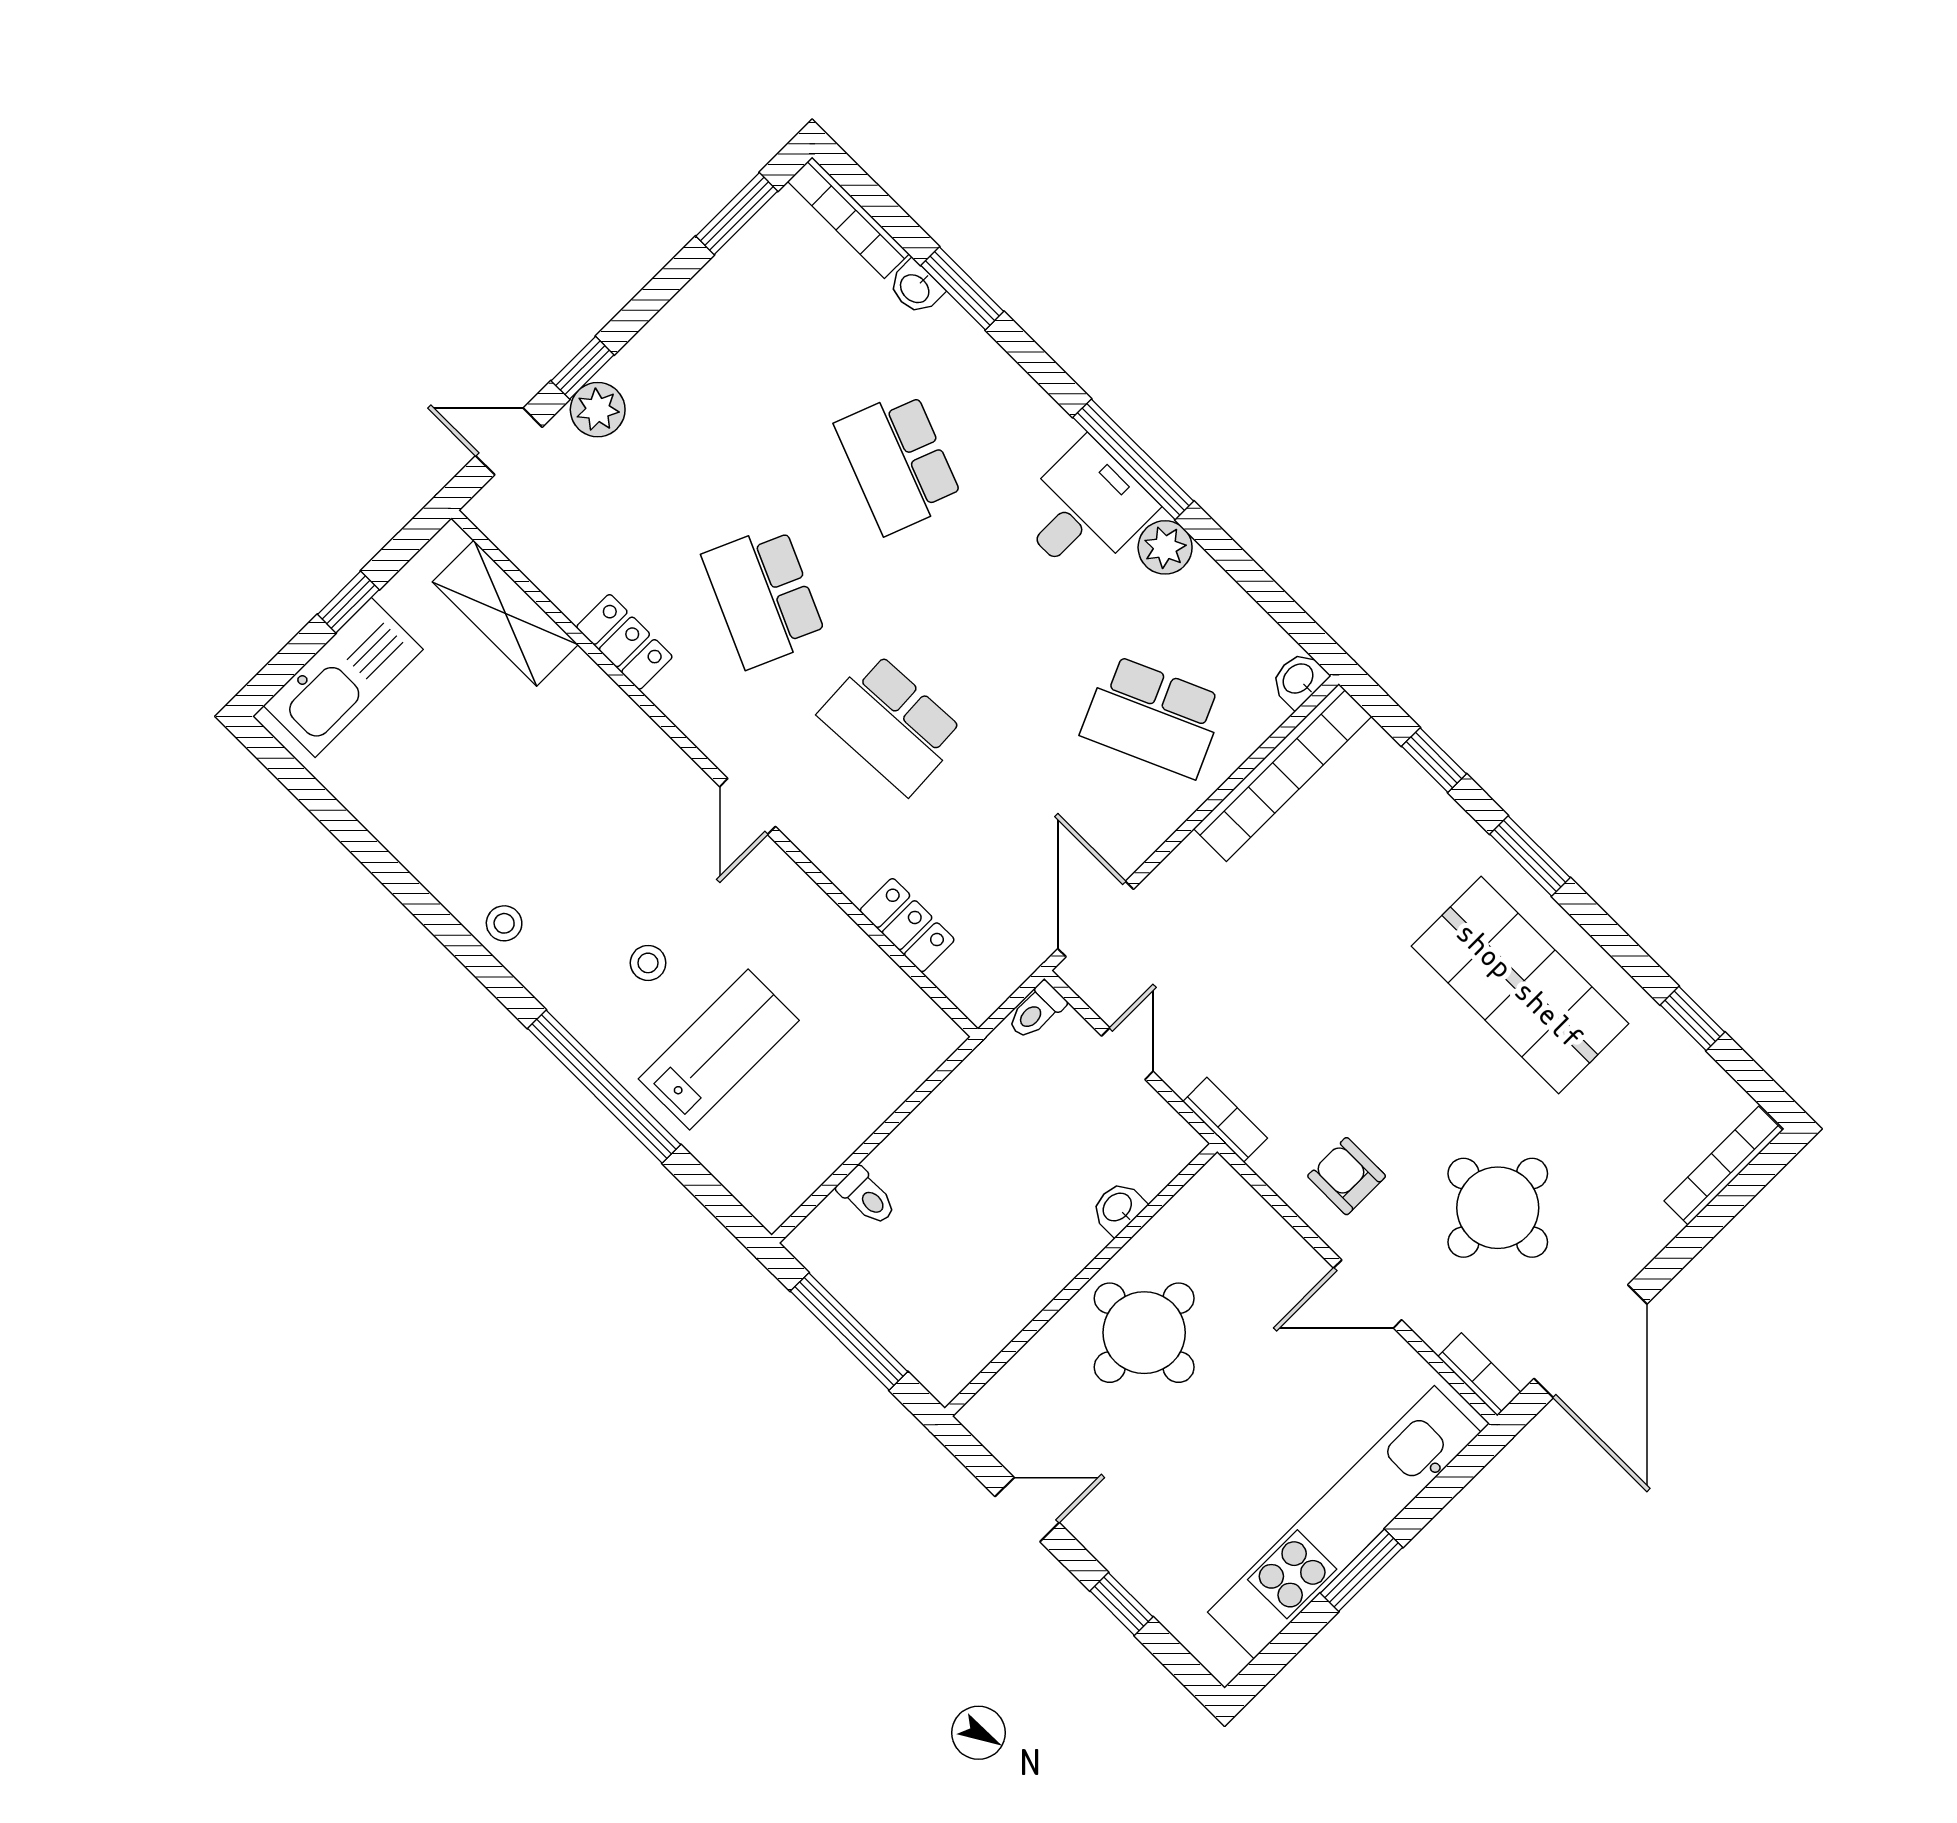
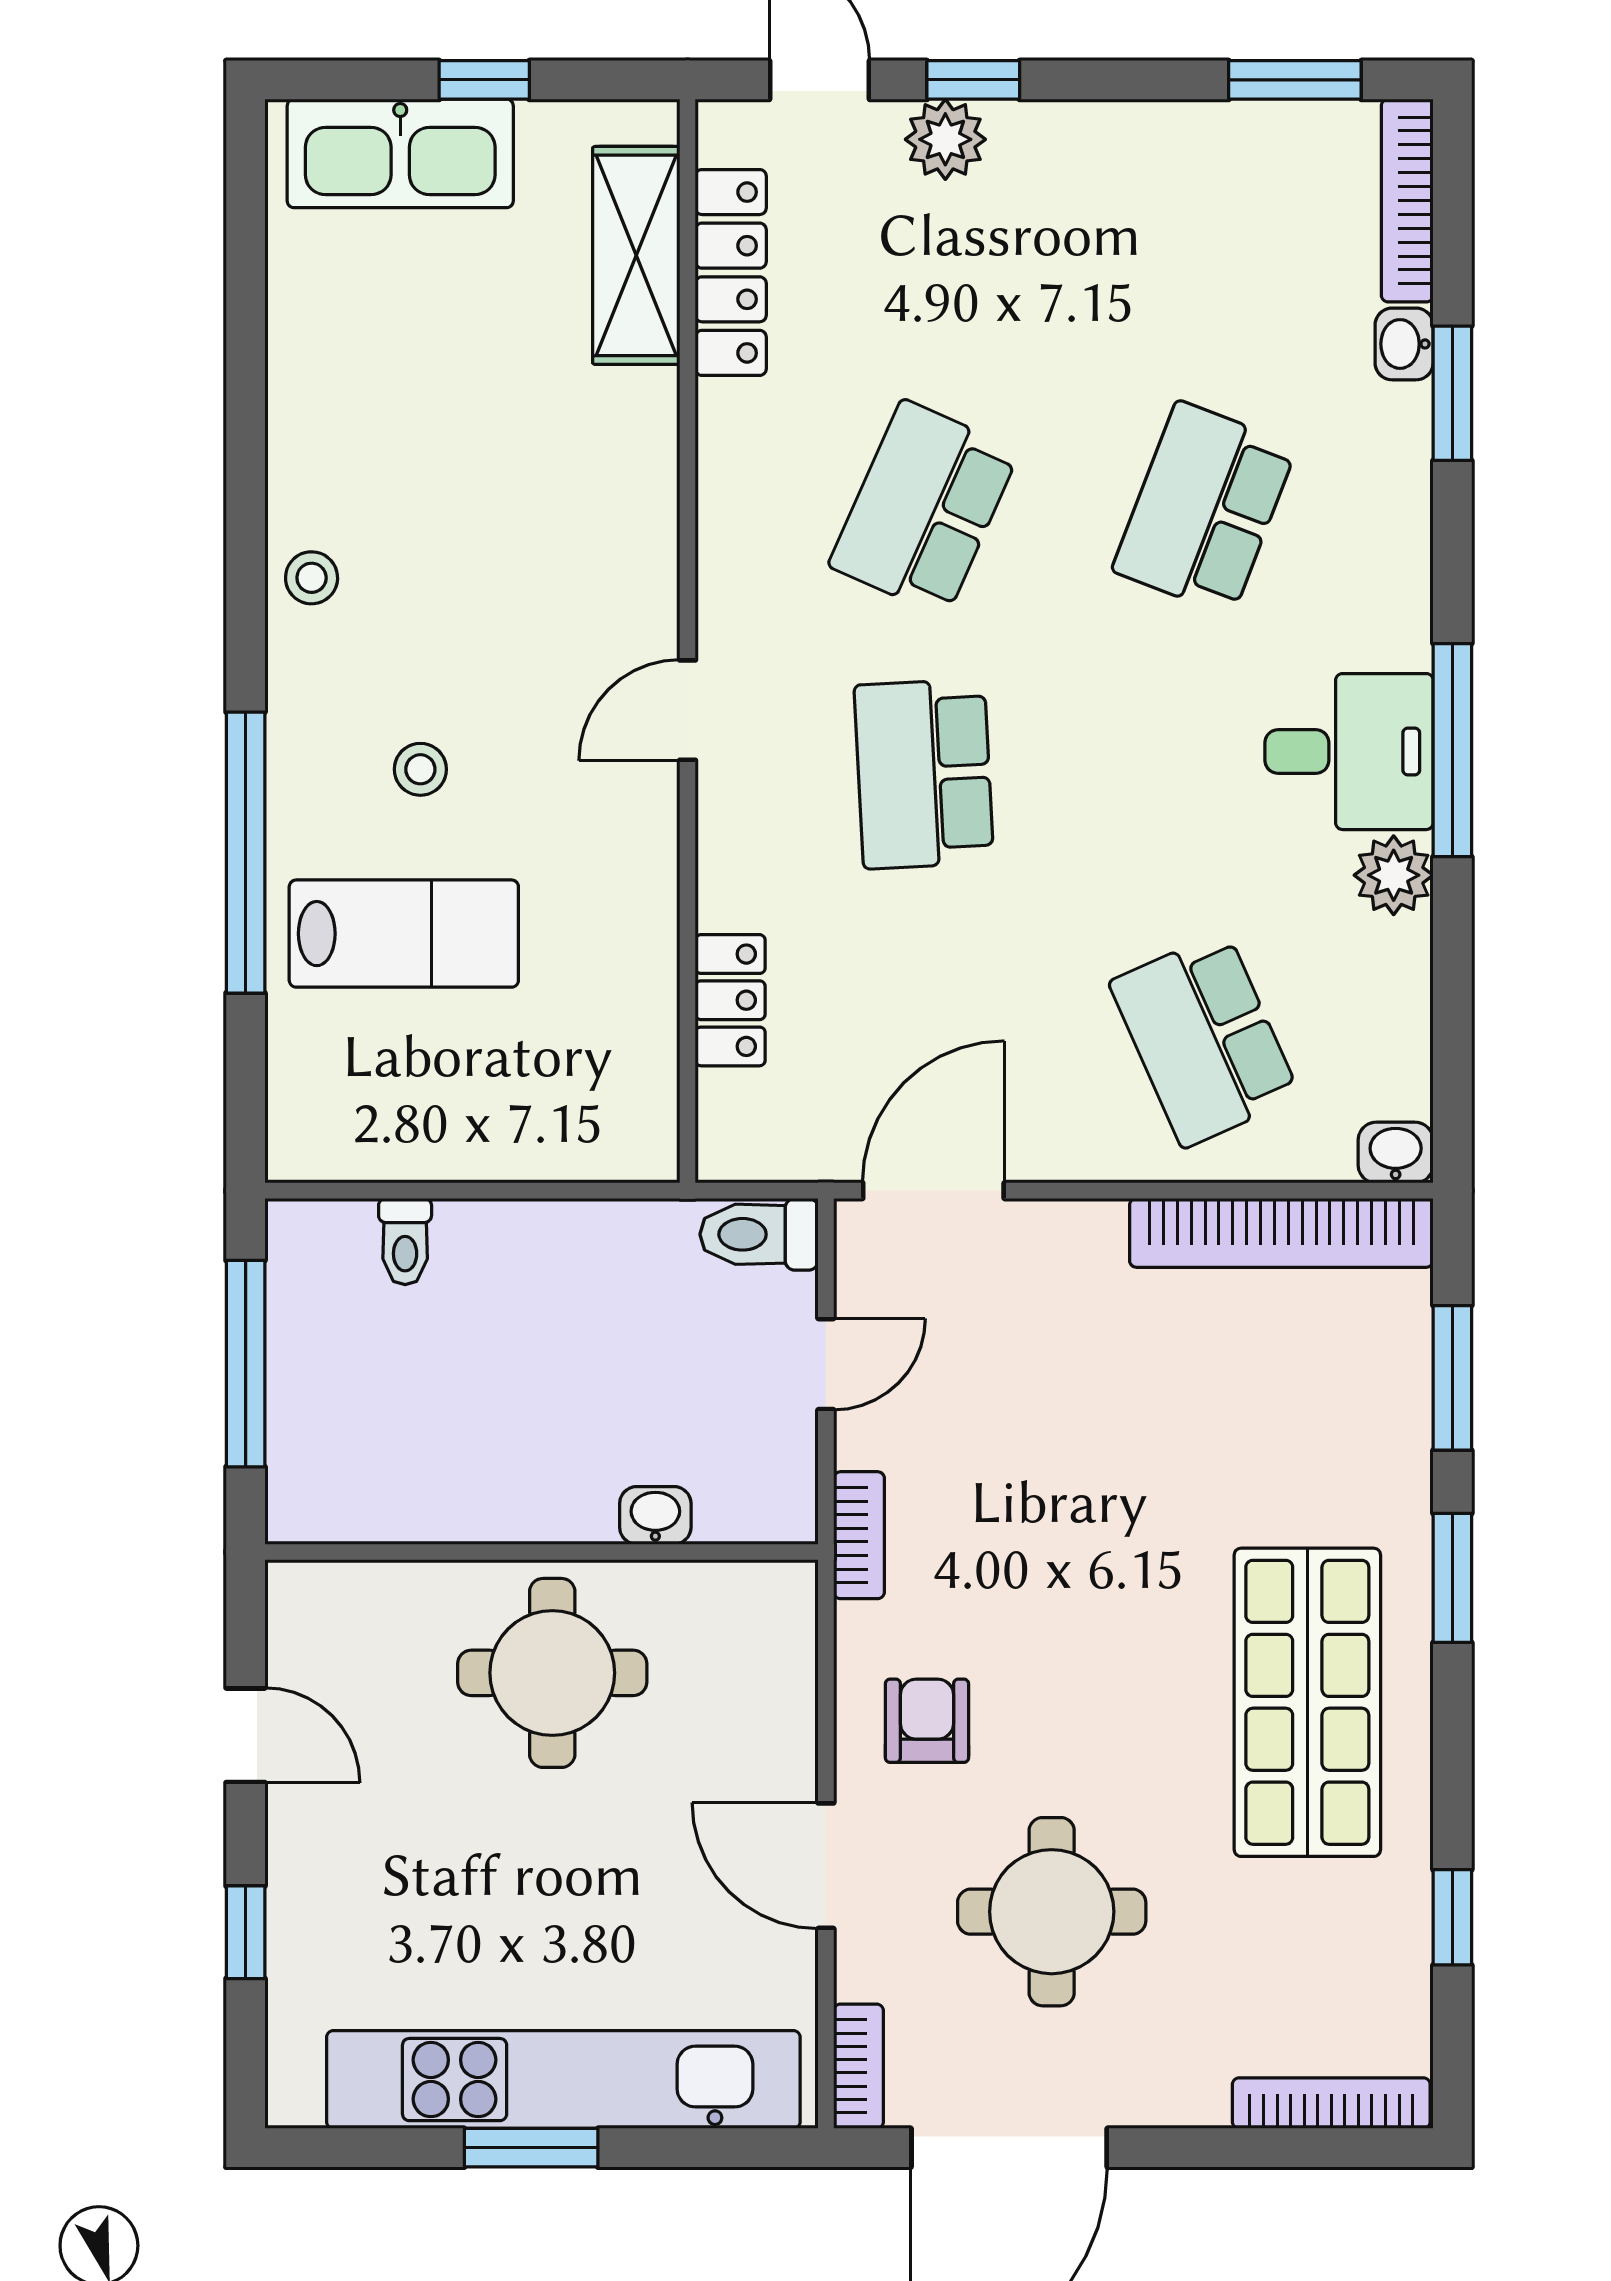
locker: (624, 642) -> (731, 272), moved, width x1.53
window: (1434, 760) -> (1452, 1378), width x1.50
toilet: (1036, 1011) -> (759, 1234), width x1.37, depth x1.39

